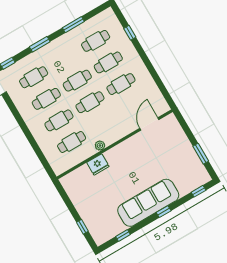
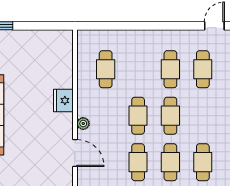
cafe table: (59, 120) -> (138, 69), removed
door: (149, 124) -> (75, 153), moved
plant: (100, 146) -> (83, 124), moved
fridge: (98, 165) -> (63, 101), moved

